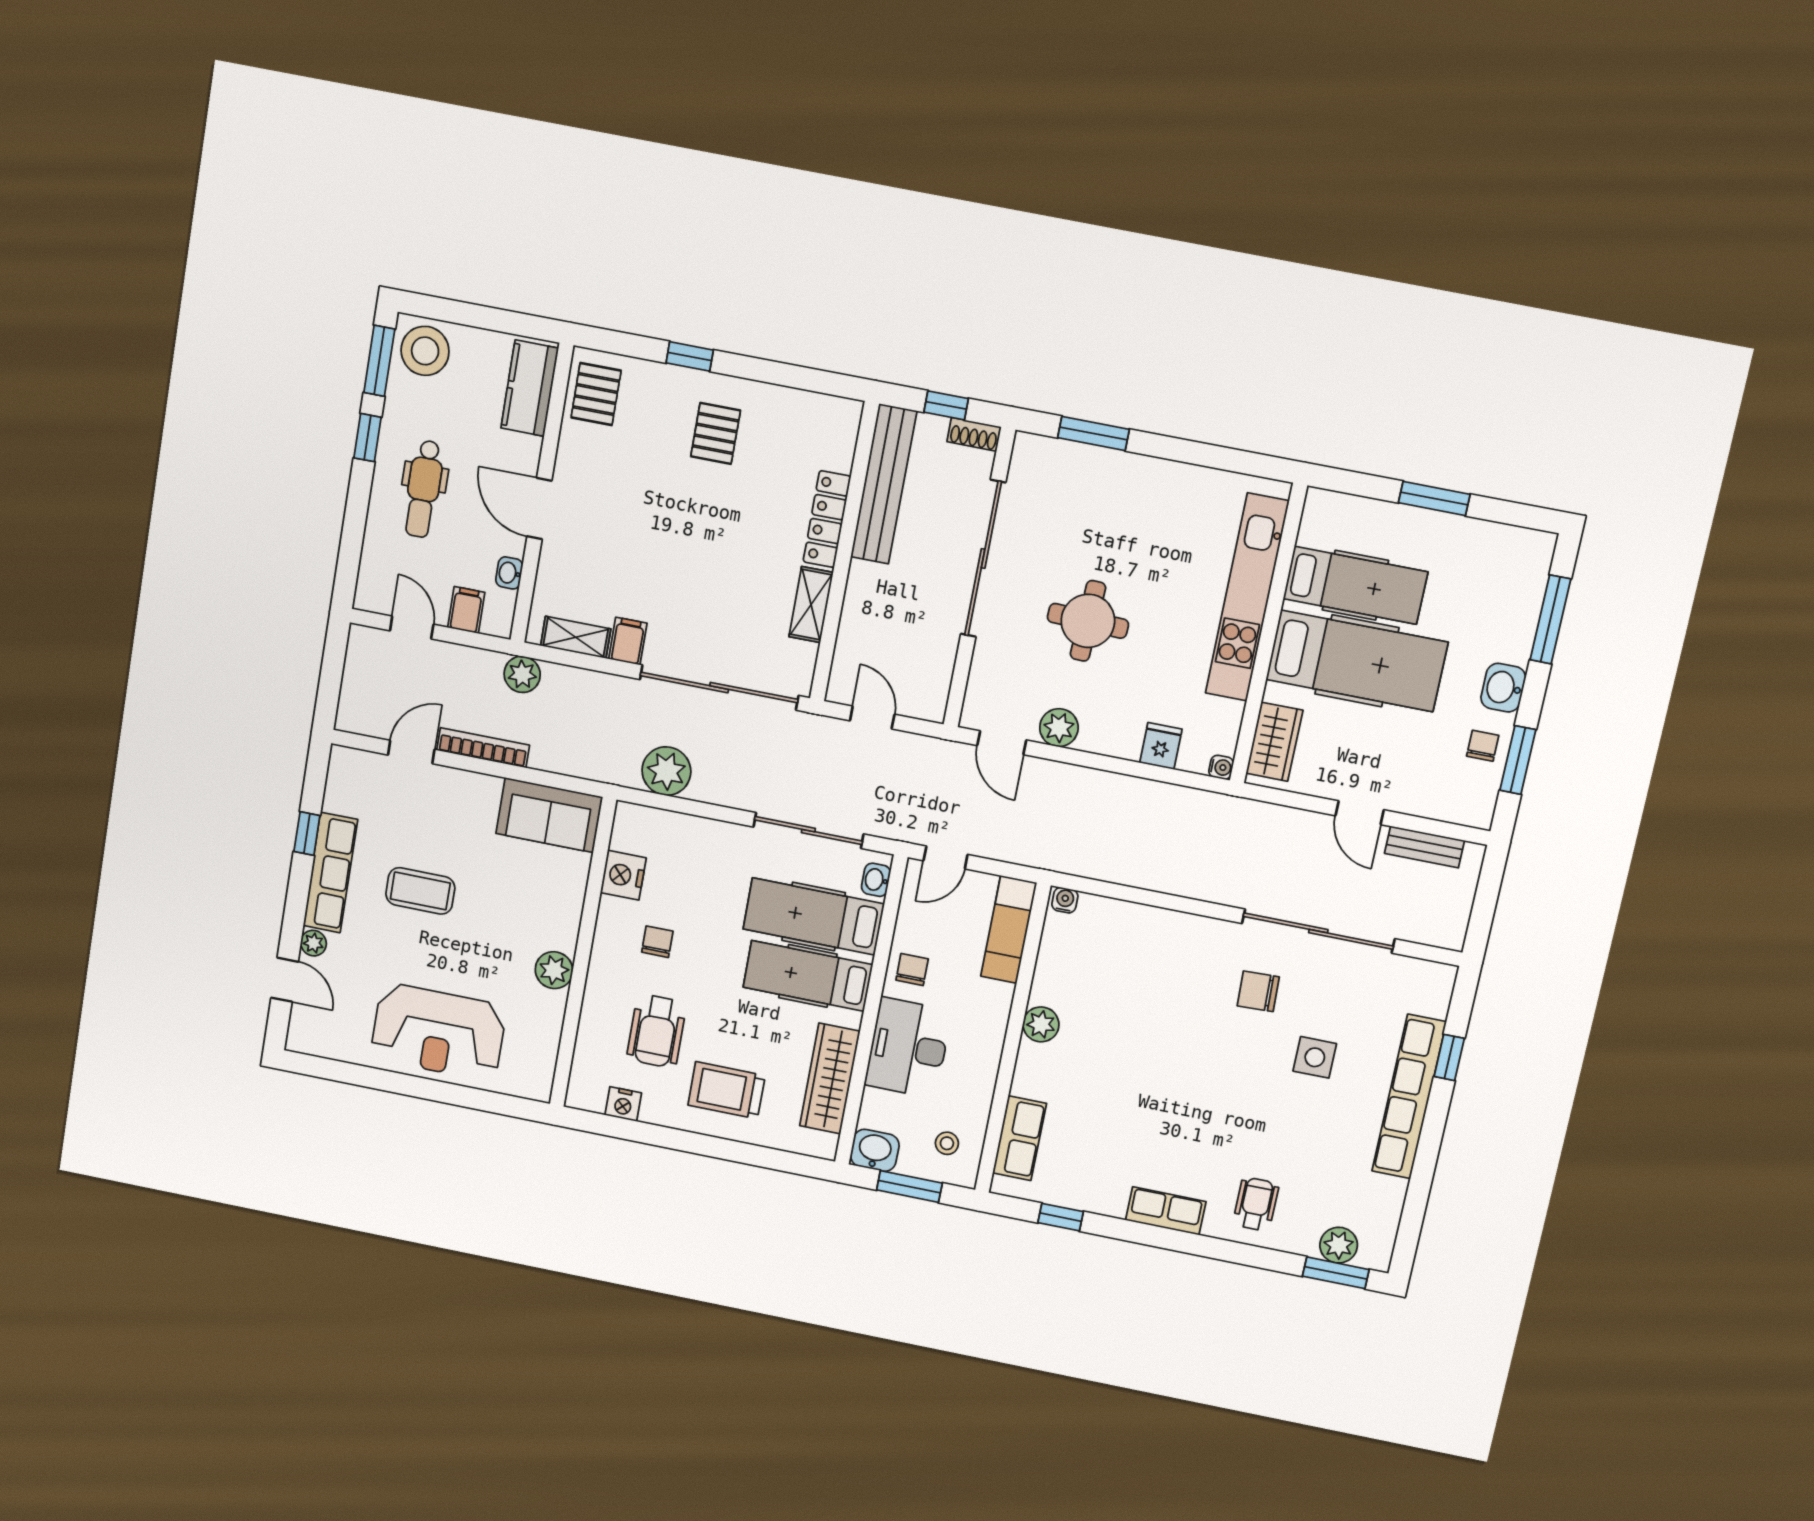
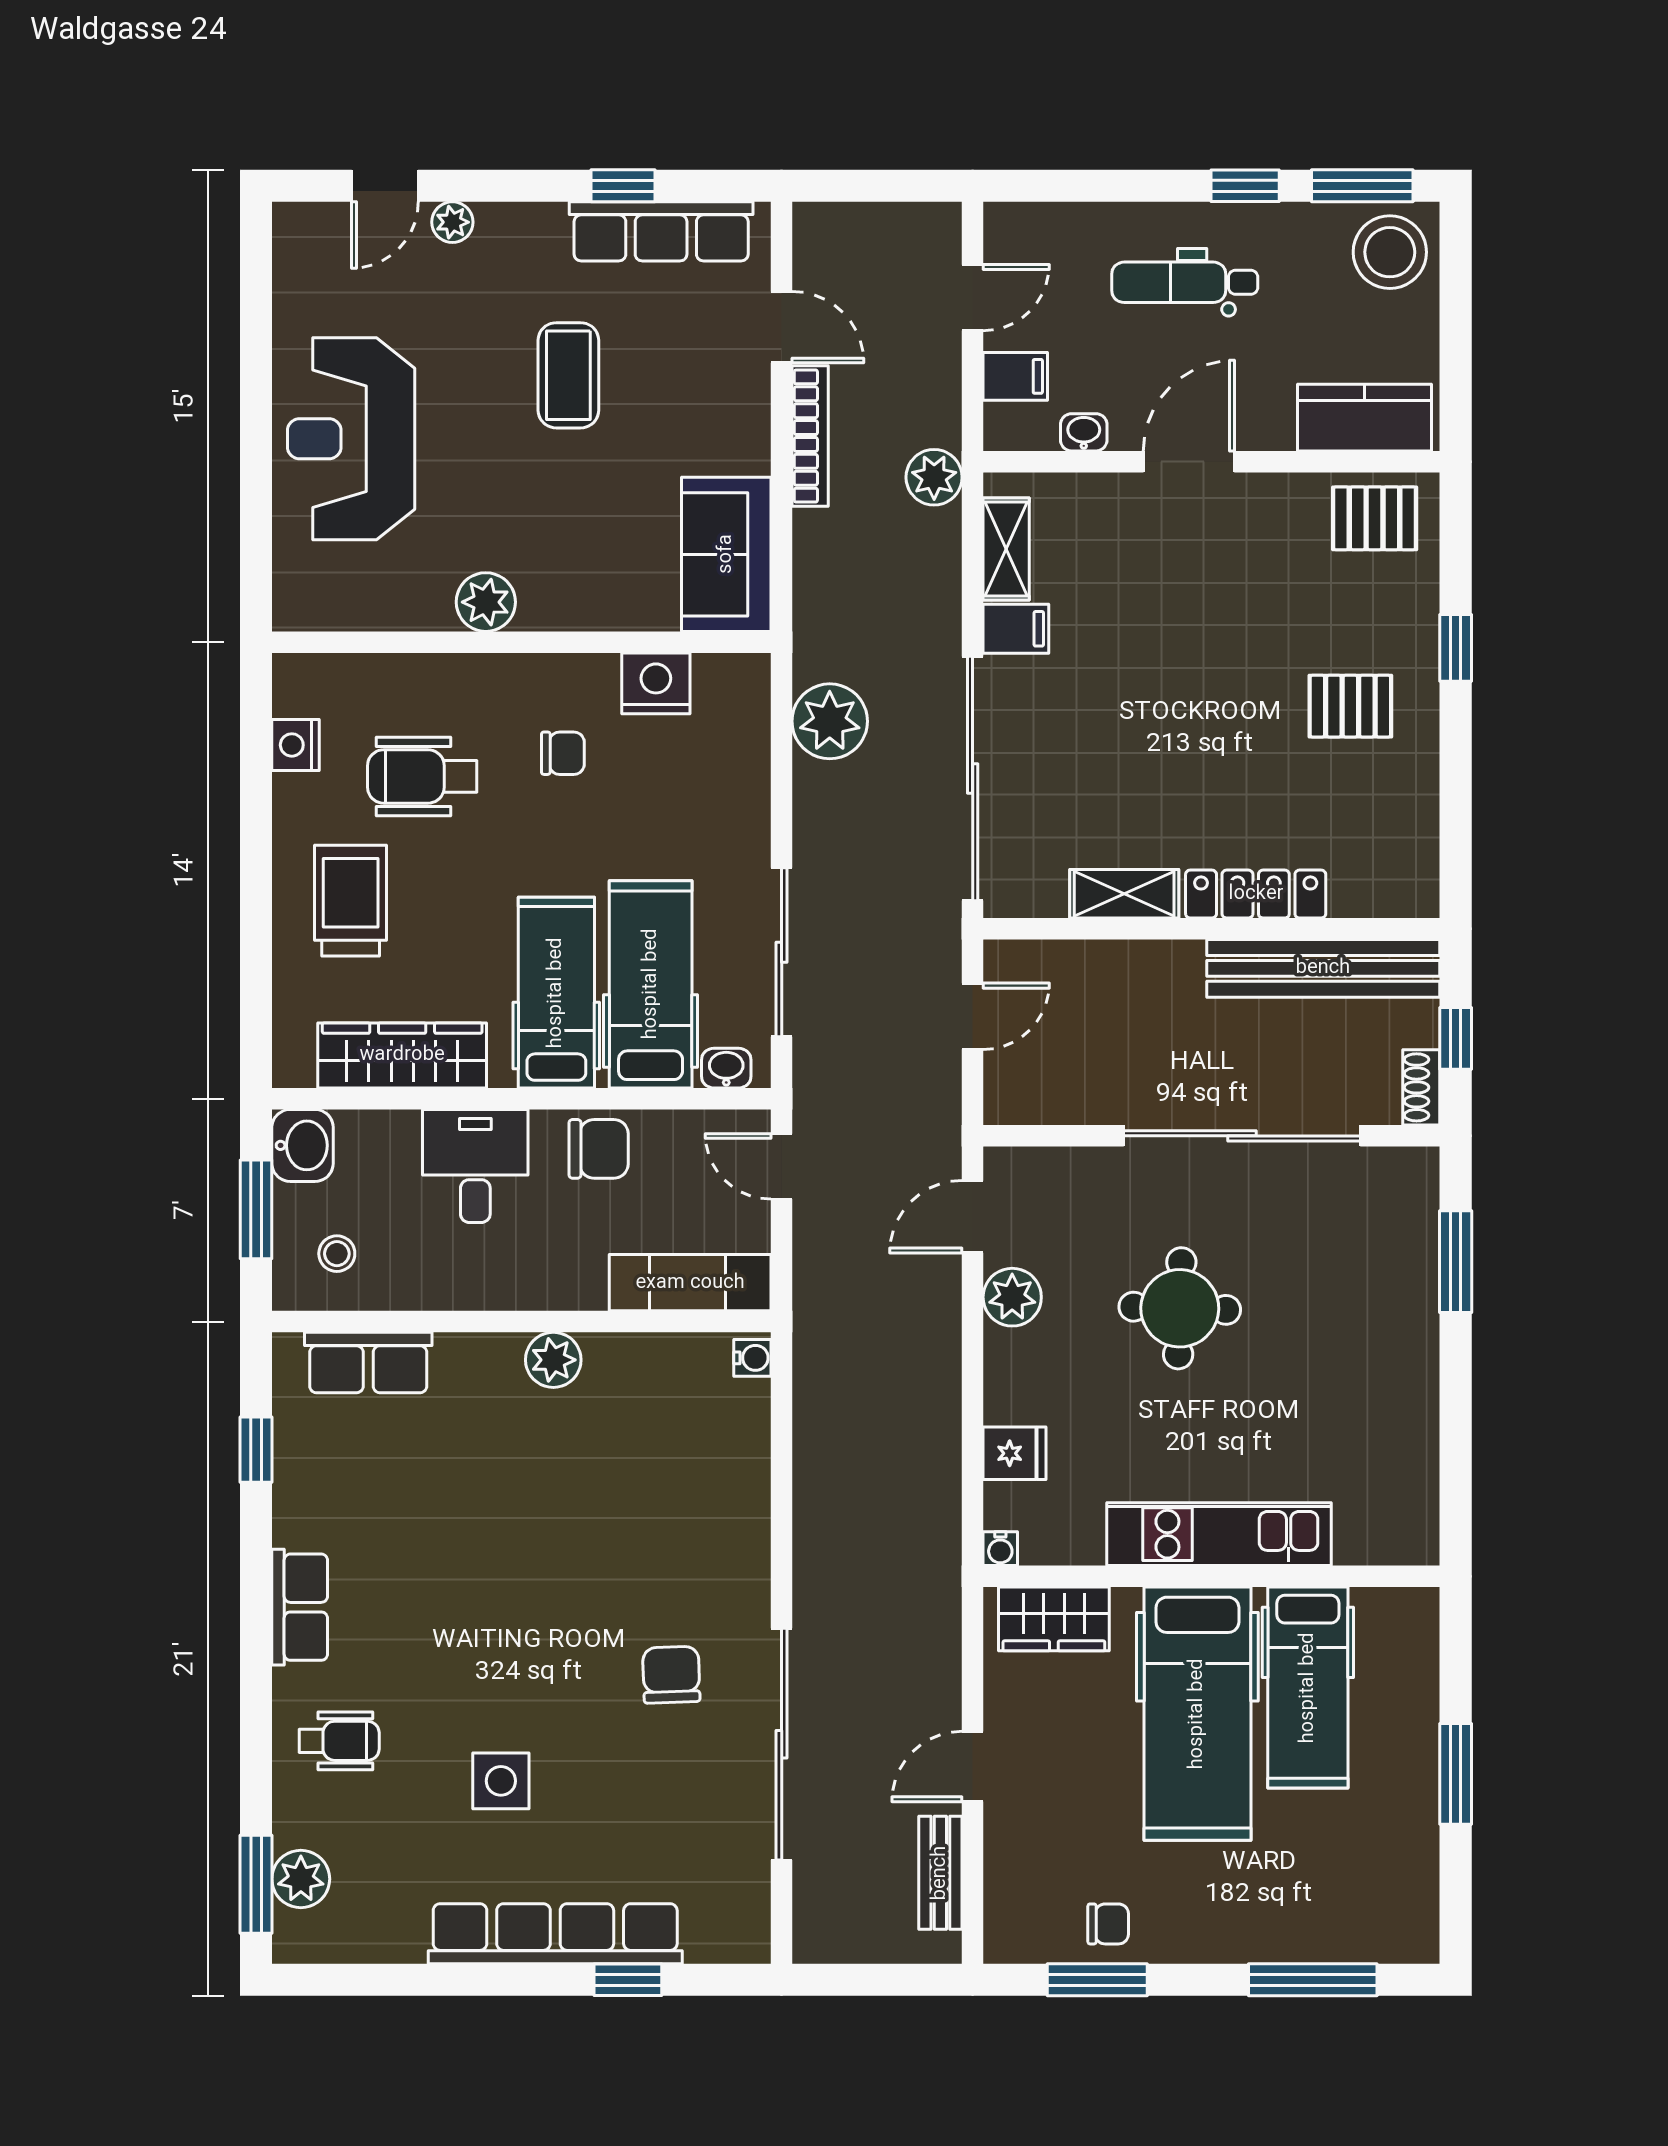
kitchen unit: (1247, 597) -> (1219, 1534), width x0.73
washbasin: (1503, 688) -> (1200, 1934), removed
row of seats: (330, 873) -> (661, 231), moved
chair: (912, 970) -> (599, 1149), width x1.37, depth x1.37
desk: (908, 1048) -> (475, 1166), width x0.73
side table: (1315, 1057) -> (501, 1781), moved

